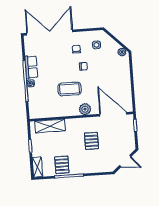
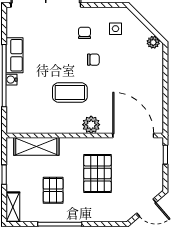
pallet: (91, 141) -> (97, 173), width x1.50, depth x1.42
pallet: (62, 165) -> (53, 190), moved

